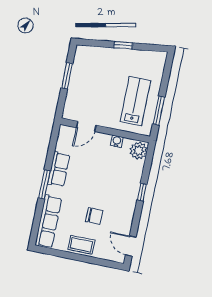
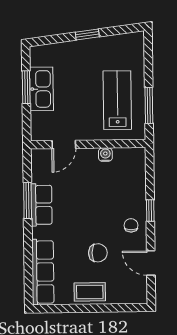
kitchen sink: (78, 80) -> (41, 89), added
plant: (139, 151) -> (135, 160), removed
window: (44, 184) -> (28, 200), moved
chair: (125, 200) -> (131, 225), added
door: (131, 246) -> (151, 263), moved

